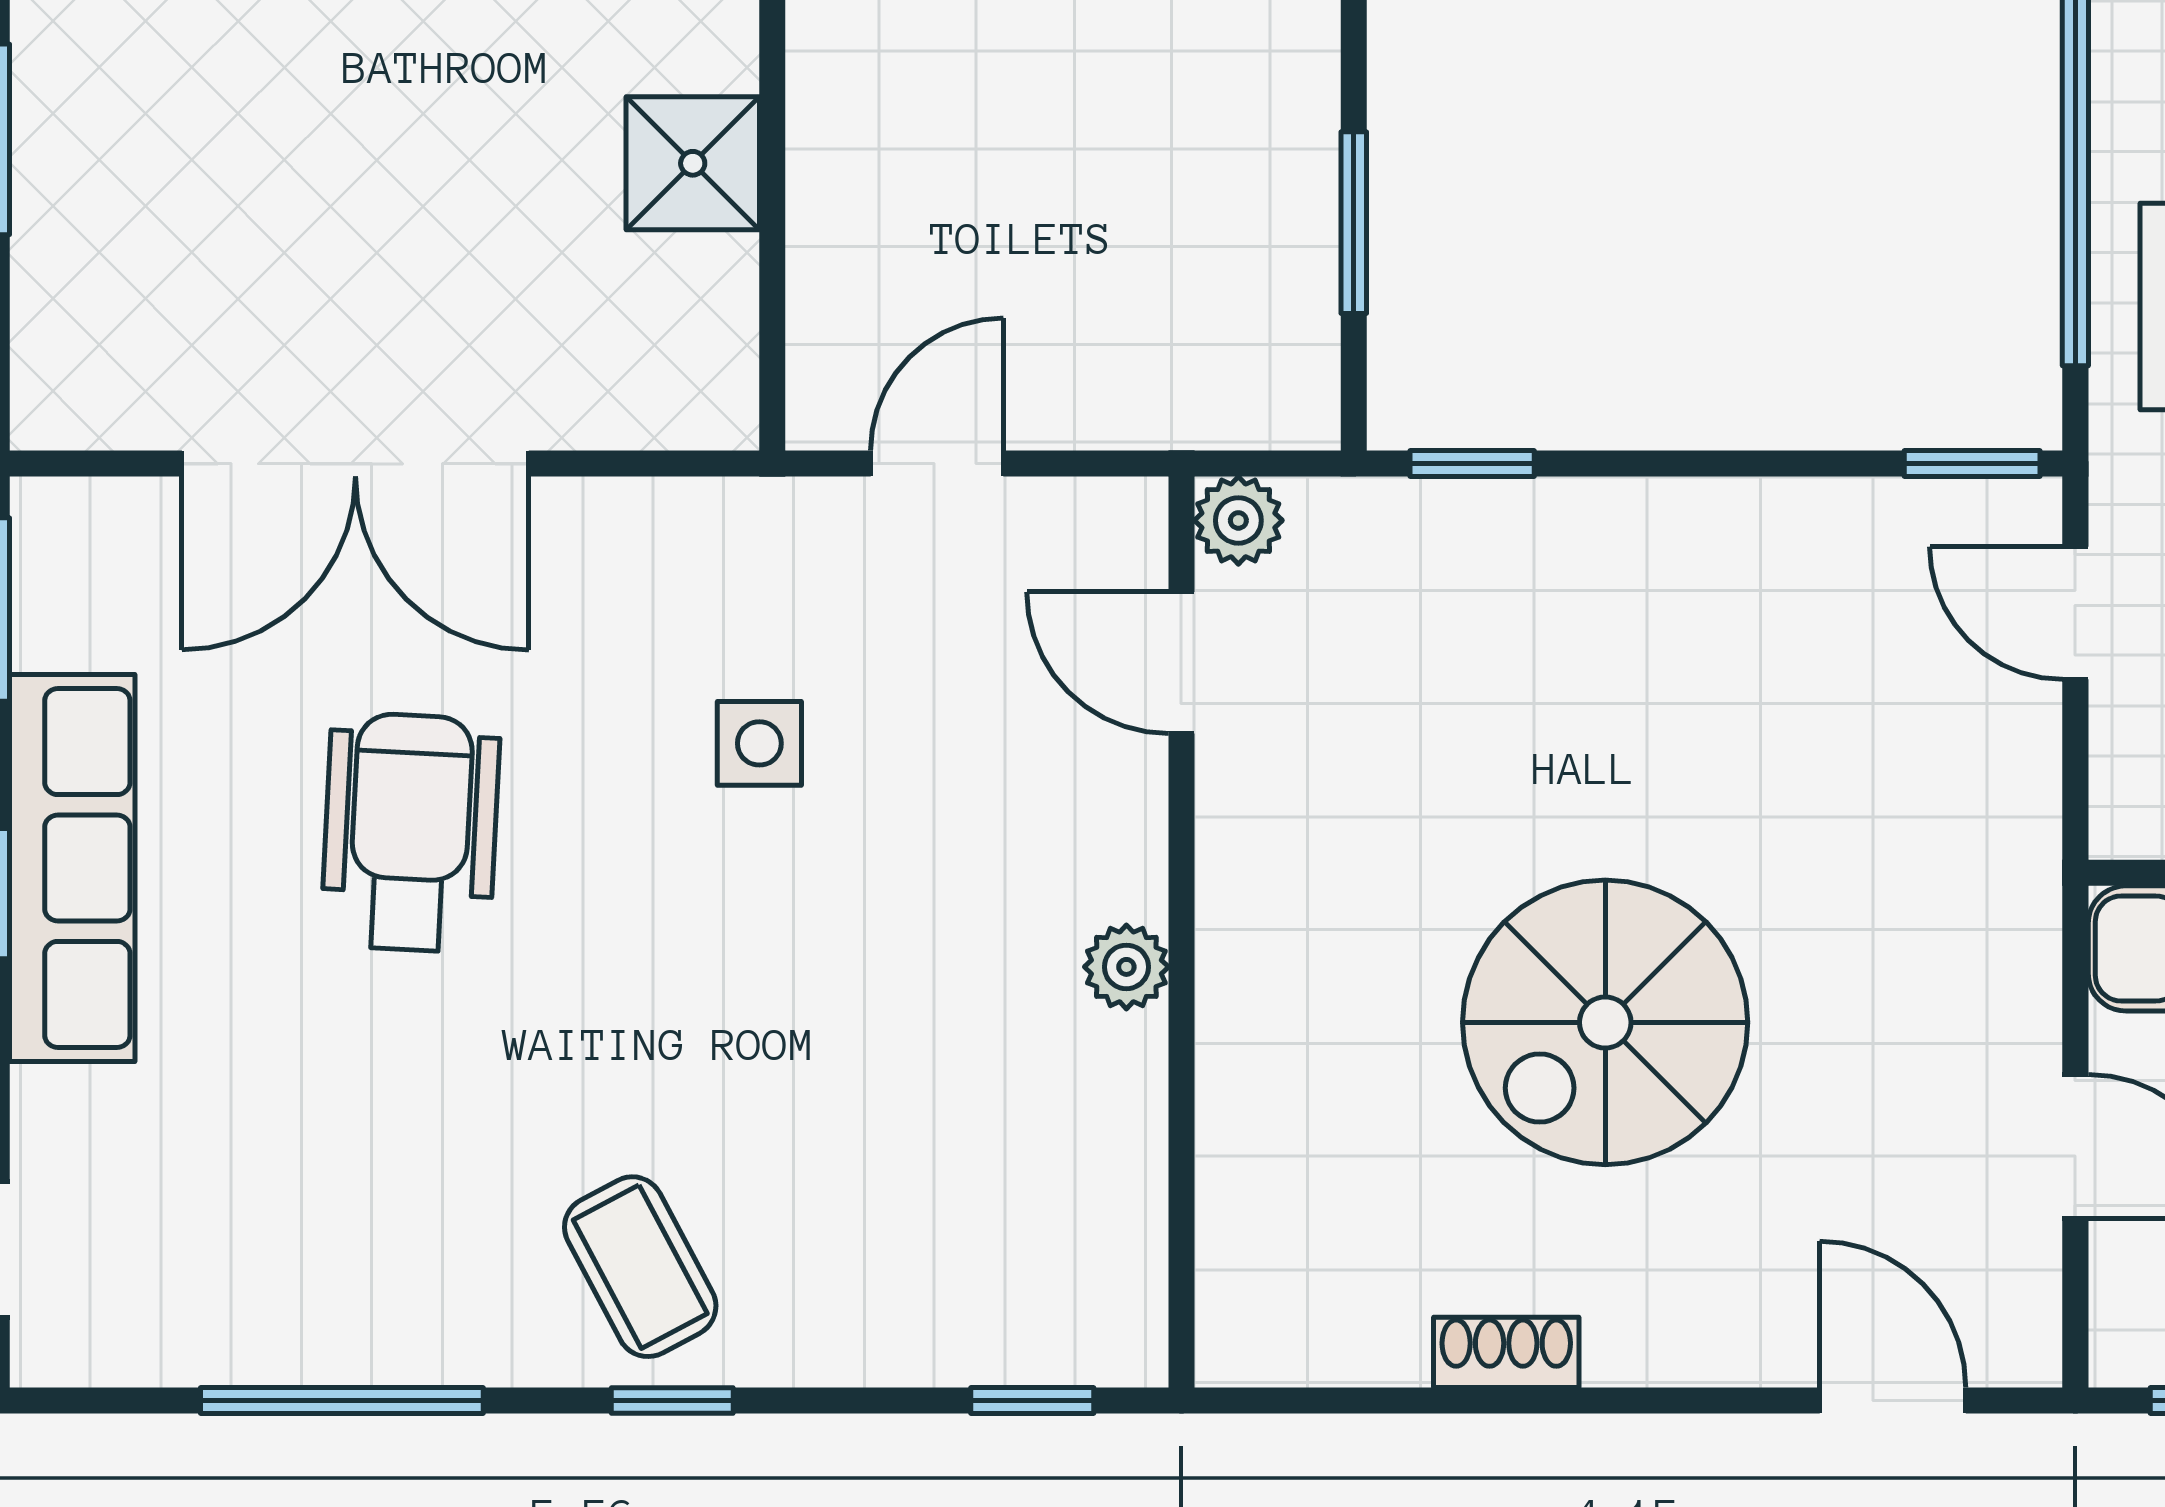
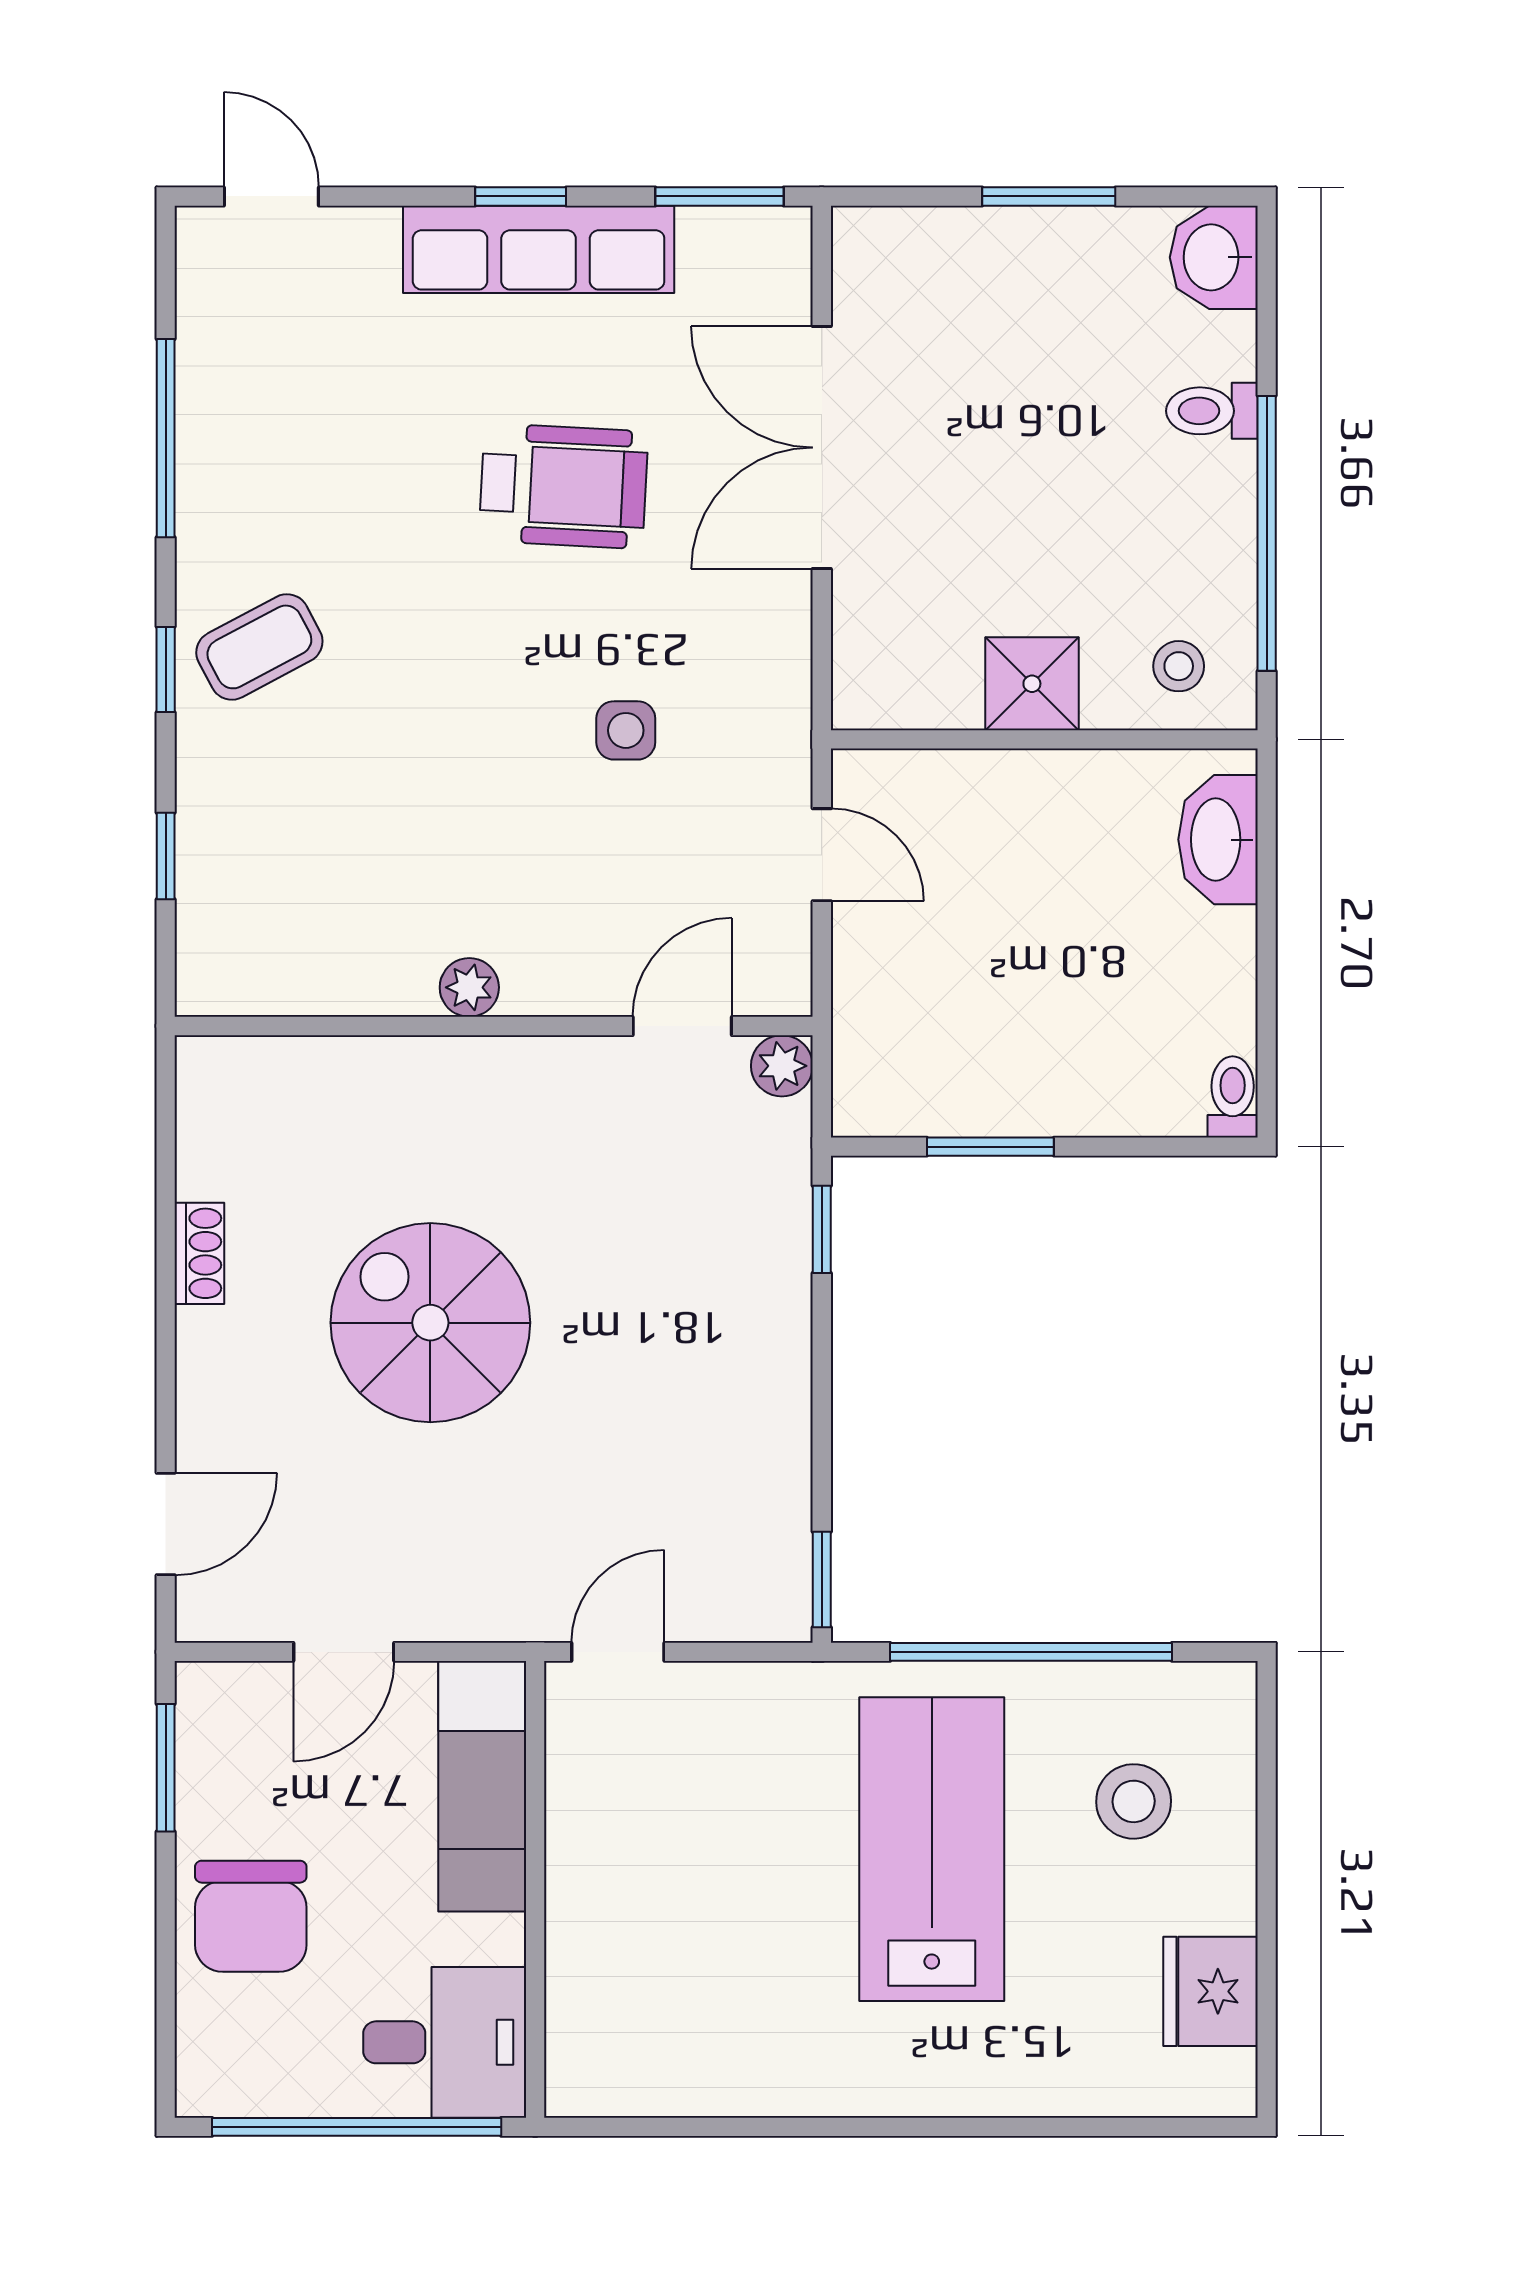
door: (2075, 613) -> (618, 1652), moved
window: (1032, 1401) -> (166, 856), moved

